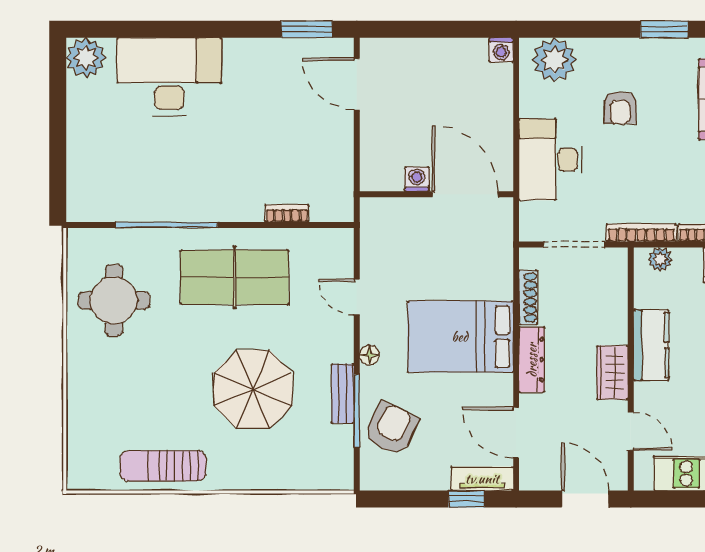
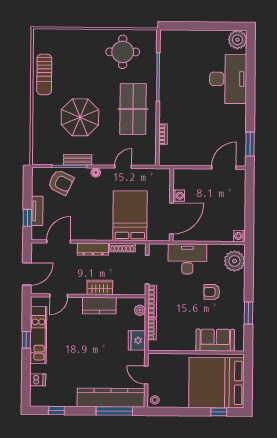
bed: (460, 337) -> (130, 216), moved
wardrobe: (612, 373) -> (100, 287), moved
sun lounger: (163, 466) -> (44, 74), turned 180
tv unit: (482, 479) -> (37, 211), moved

